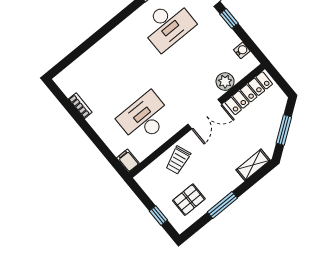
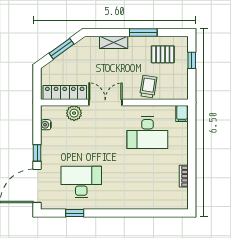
trolley: (178, 160) -> (148, 87), turned -60
shelving: (253, 165) -> (114, 42), moved

